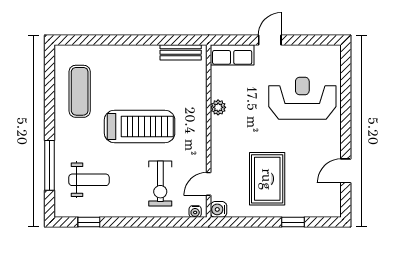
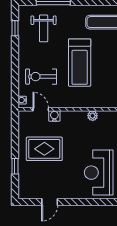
reception desk: (302, 98) -> (99, 173), turned 180
door: (346, 171) -> (50, 202), swing flipped
water cooler: (219, 209) -> (54, 116), moved

